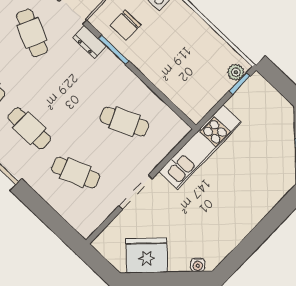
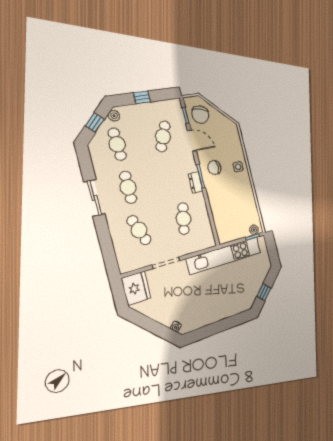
dresser: (89, 42) -> (196, 182), moved
cafe table: (124, 122) -> (184, 219), turned 36
kitchen unit: (200, 147) -> (224, 255), width x1.36
fridge: (147, 255) -> (136, 288), moved, turned 45

